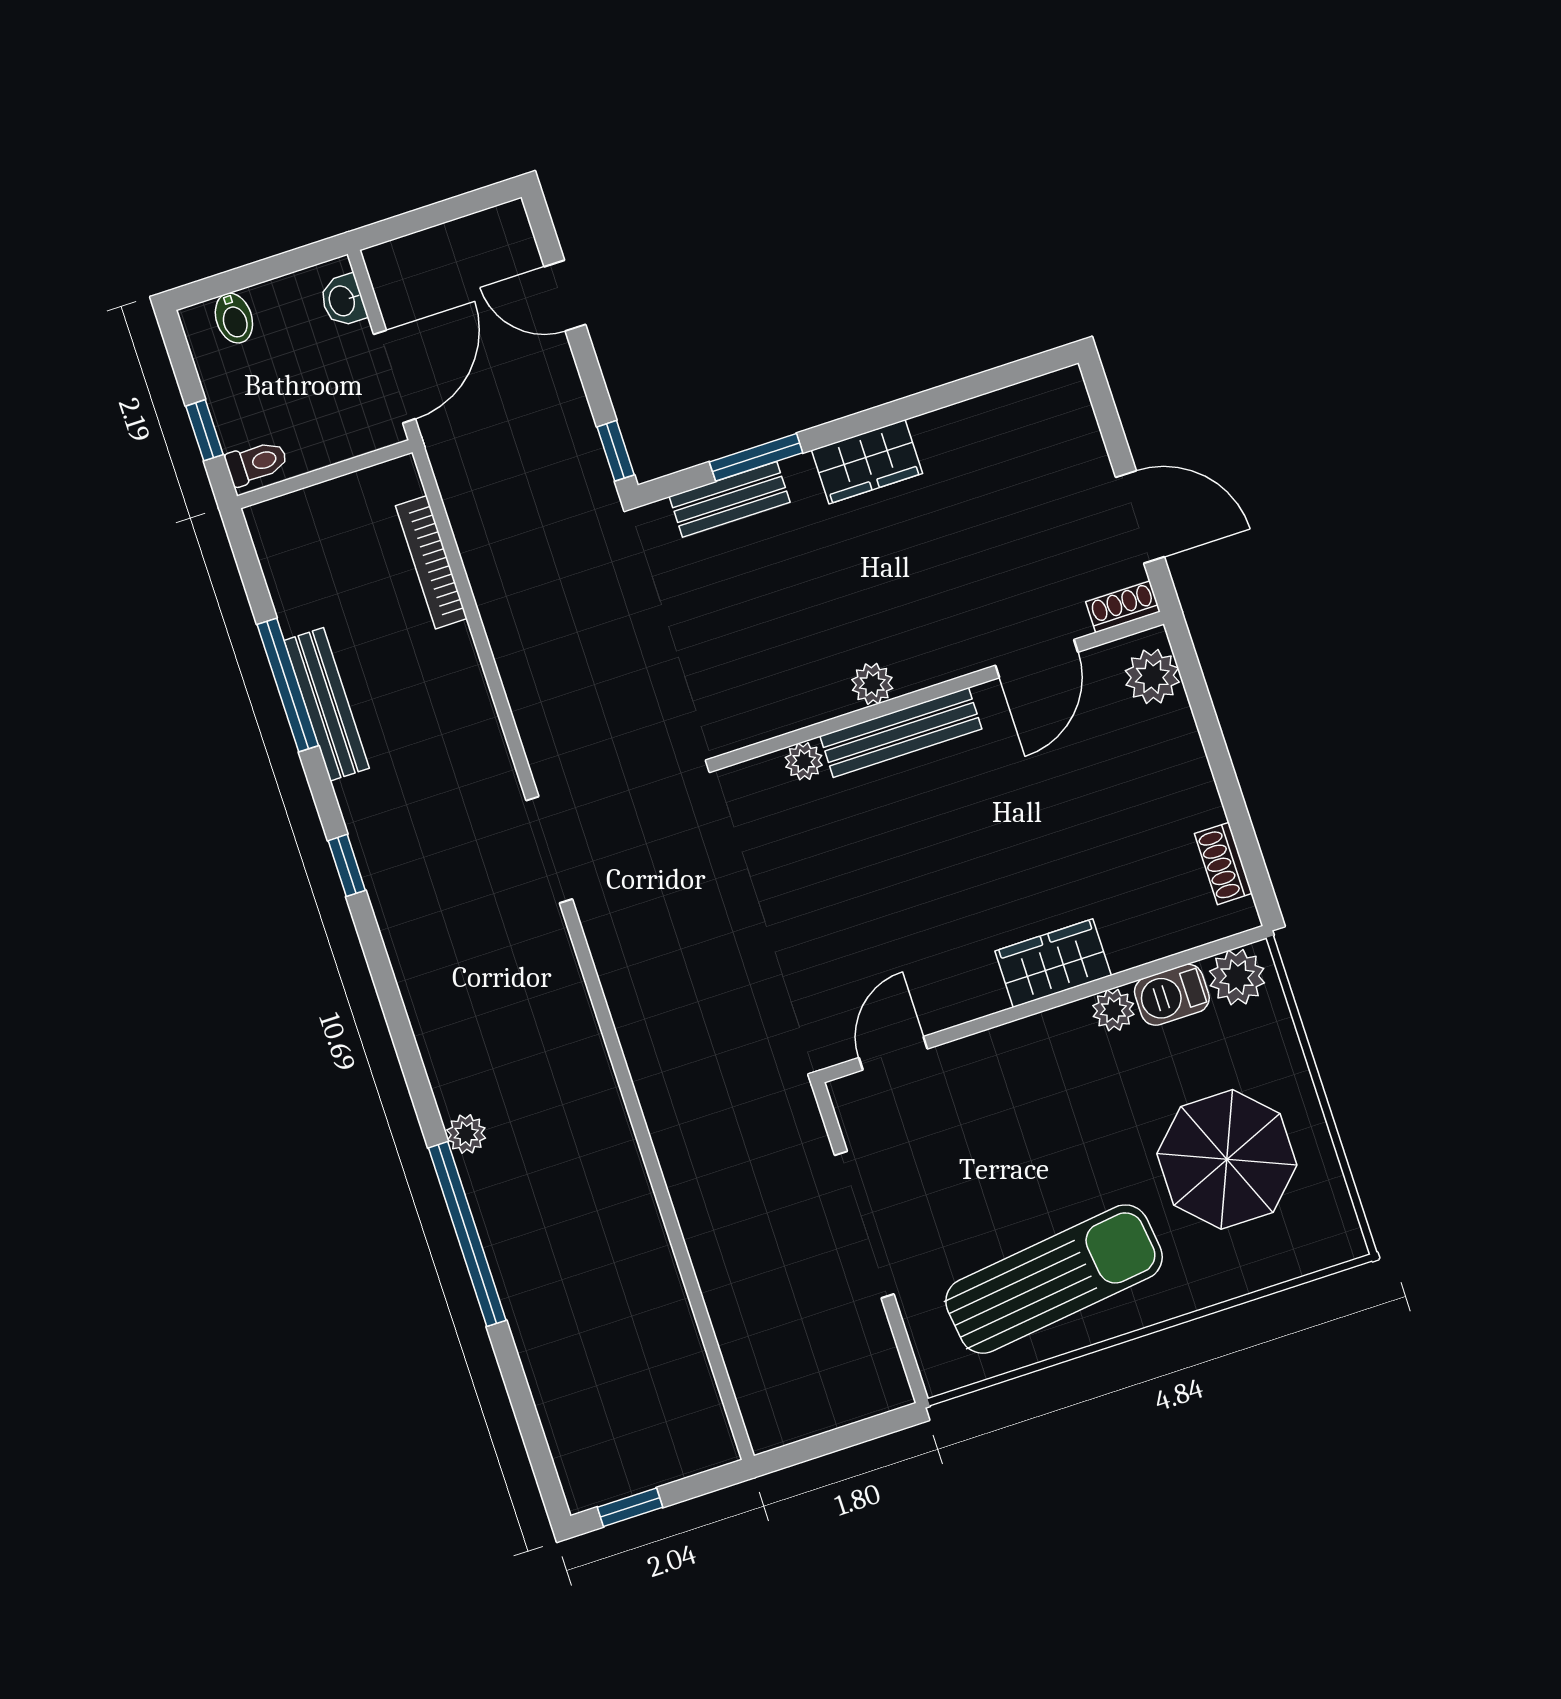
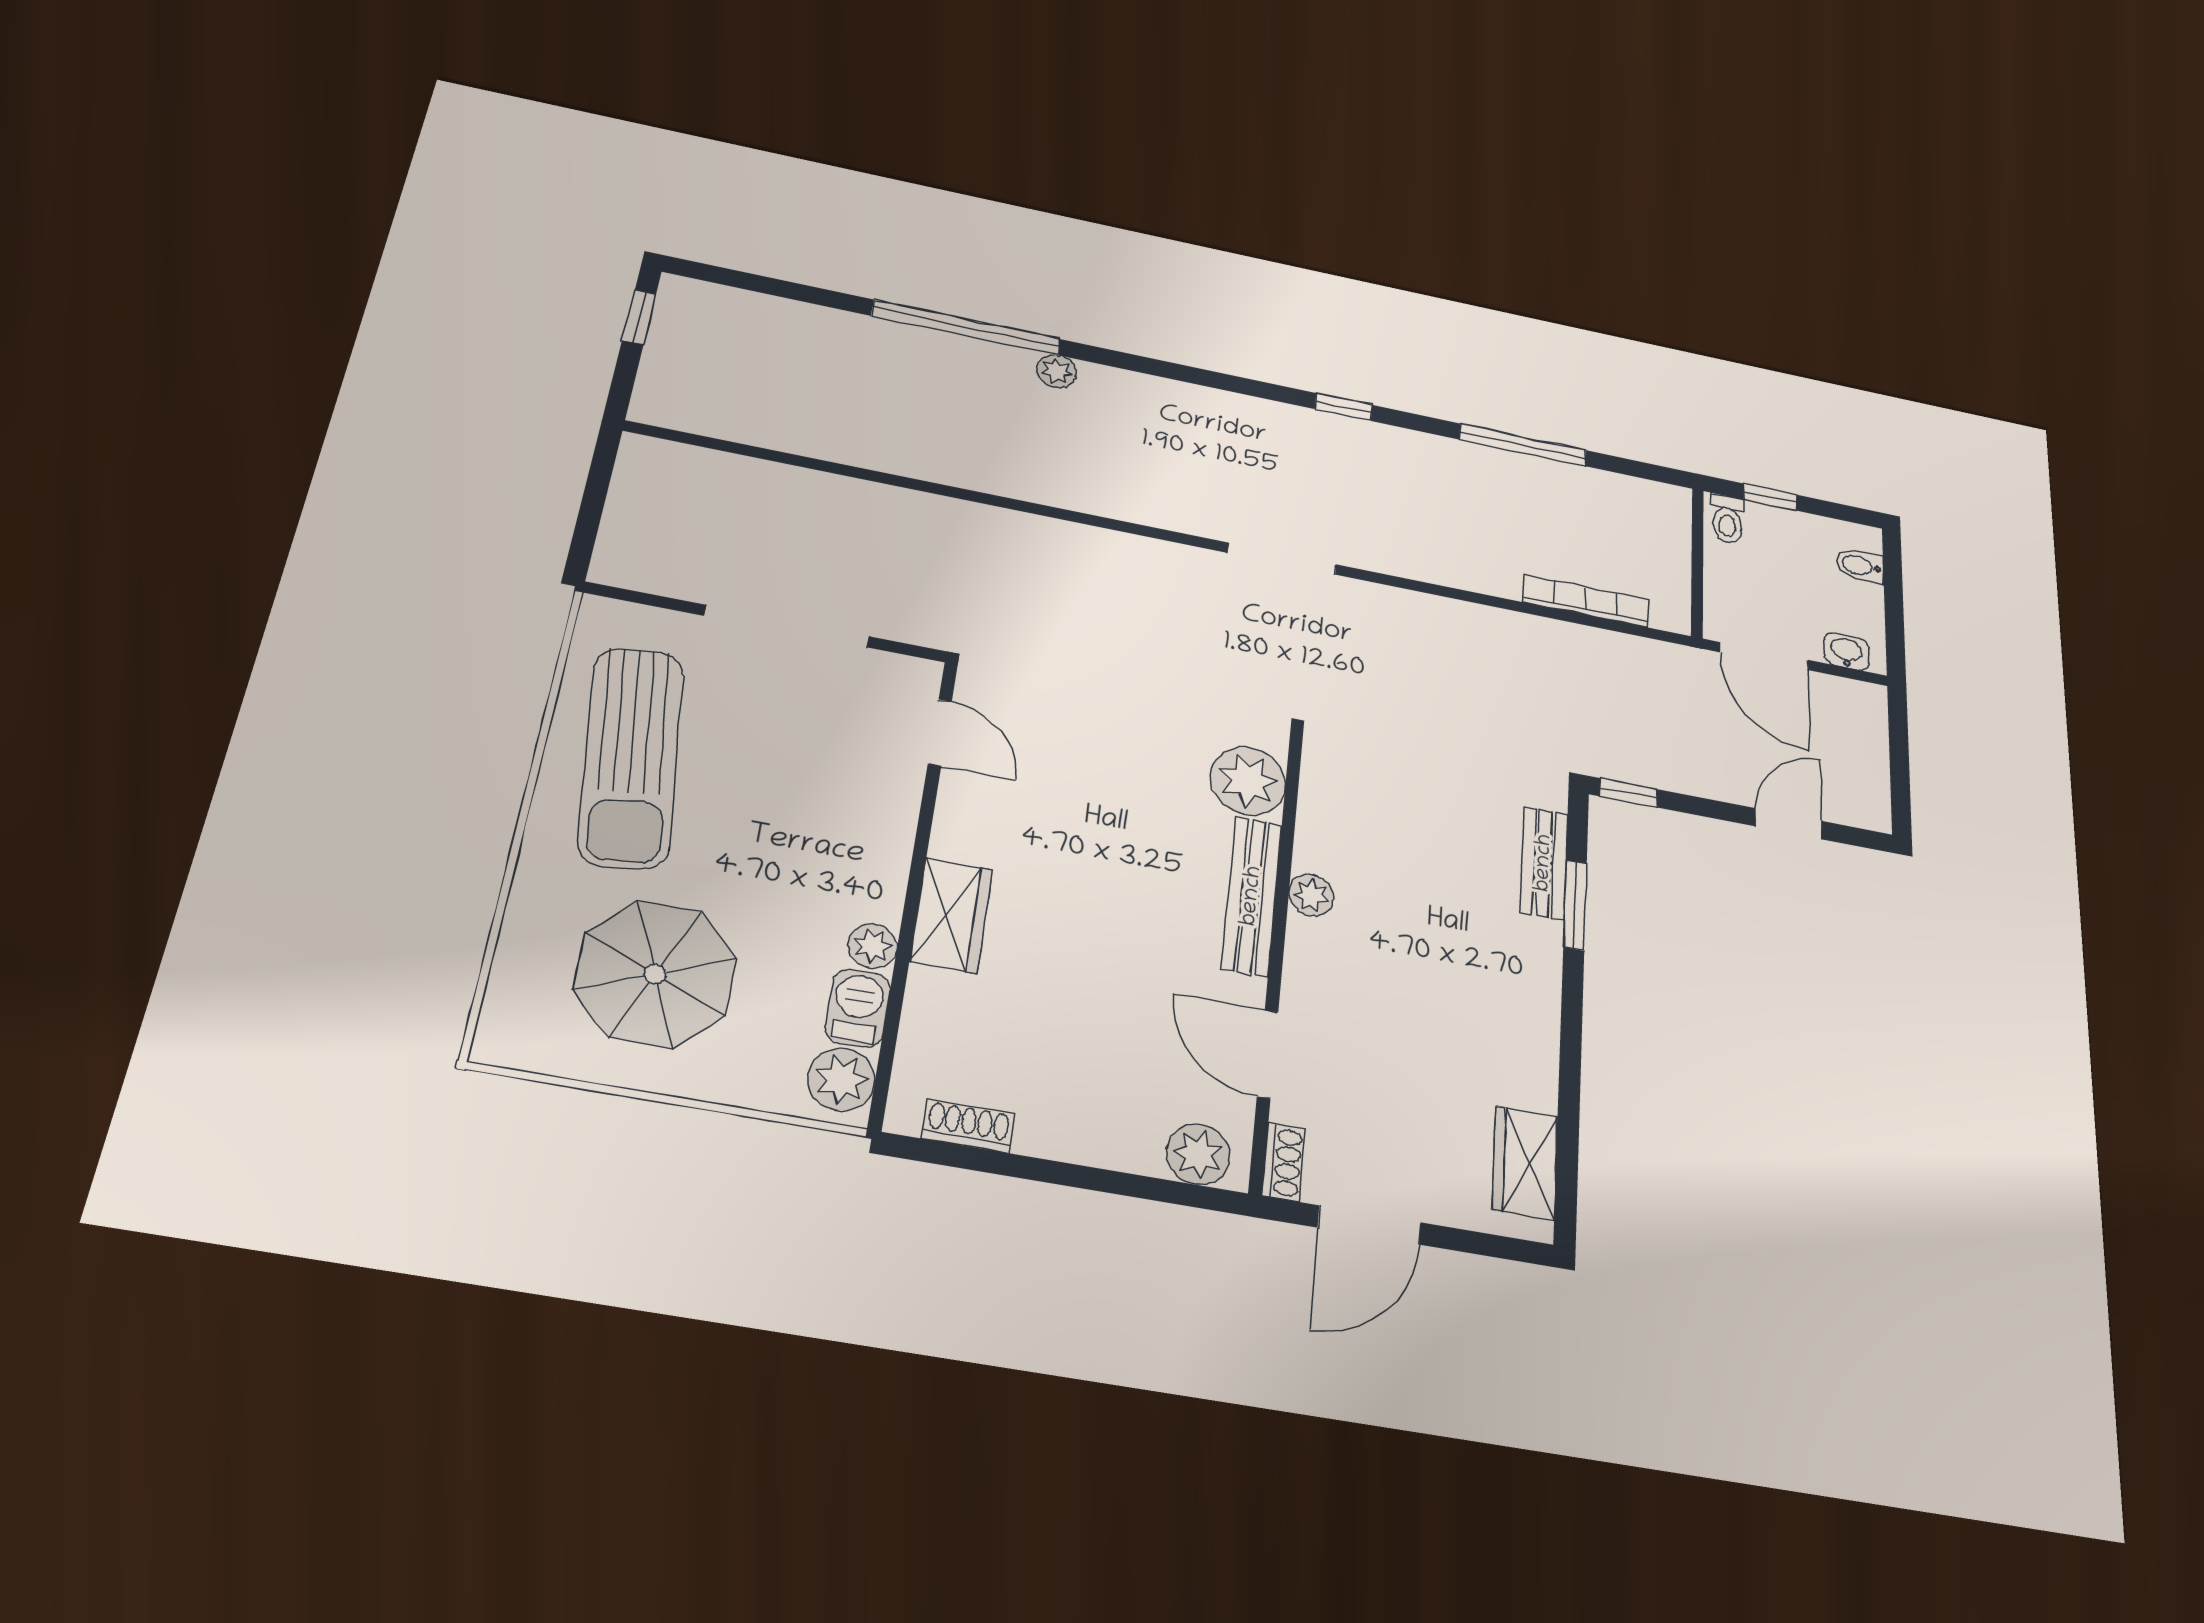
wardrobe: (867, 462) -> (1525, 1163), moved
bench: (327, 704) -> (1493, 463), removed
plant: (804, 761) -> (1248, 781), width x1.88, depth x1.88

